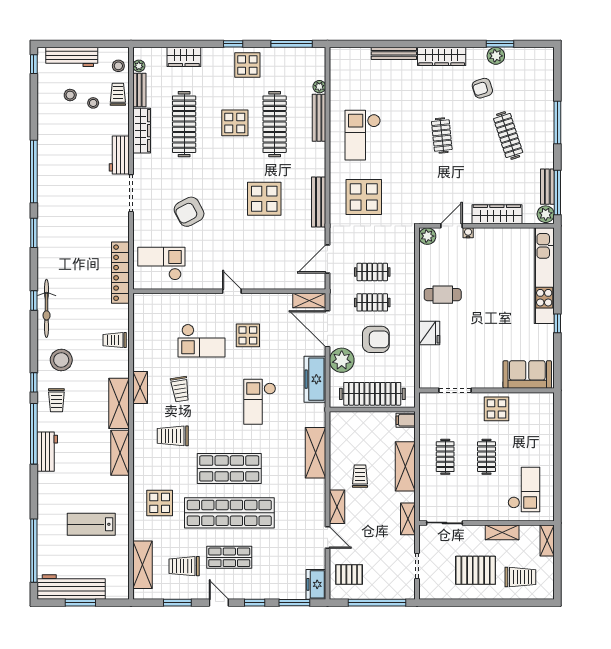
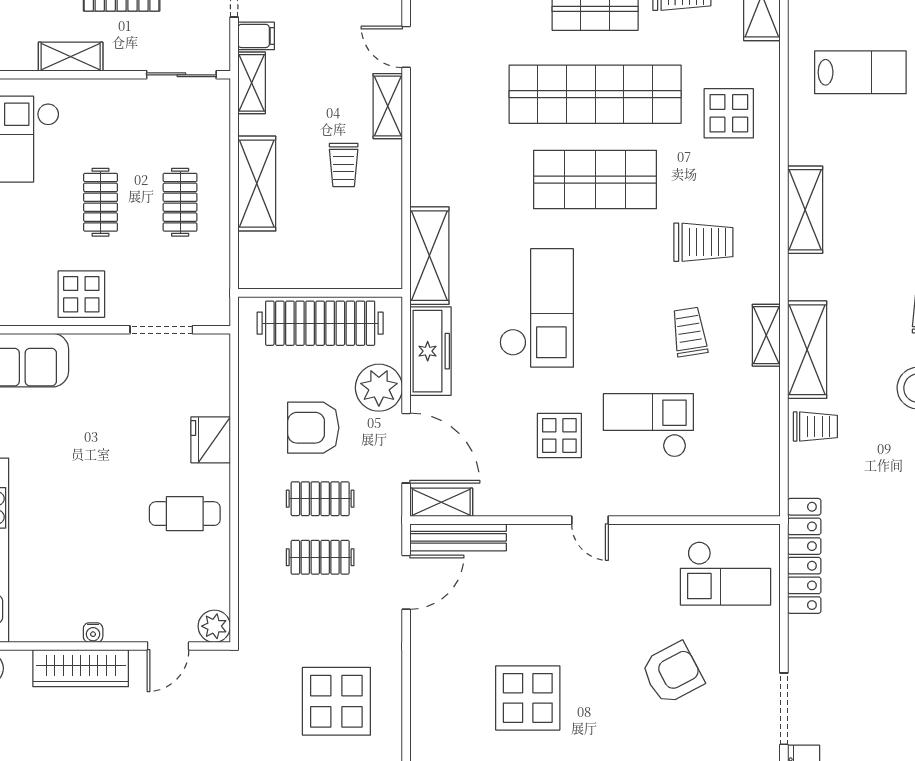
bench: (319, 202) -> (458, 537), moved, turned 90
water cooler: (468, 233) -> (93, 633), moved
checkout: (260, 402) -> (537, 308), width x1.36, depth x1.21
shelving: (119, 403) -> (807, 350), moved
filing cabinet: (406, 420) -> (256, 36), moved
shelving: (315, 453) -> (429, 256), moved

